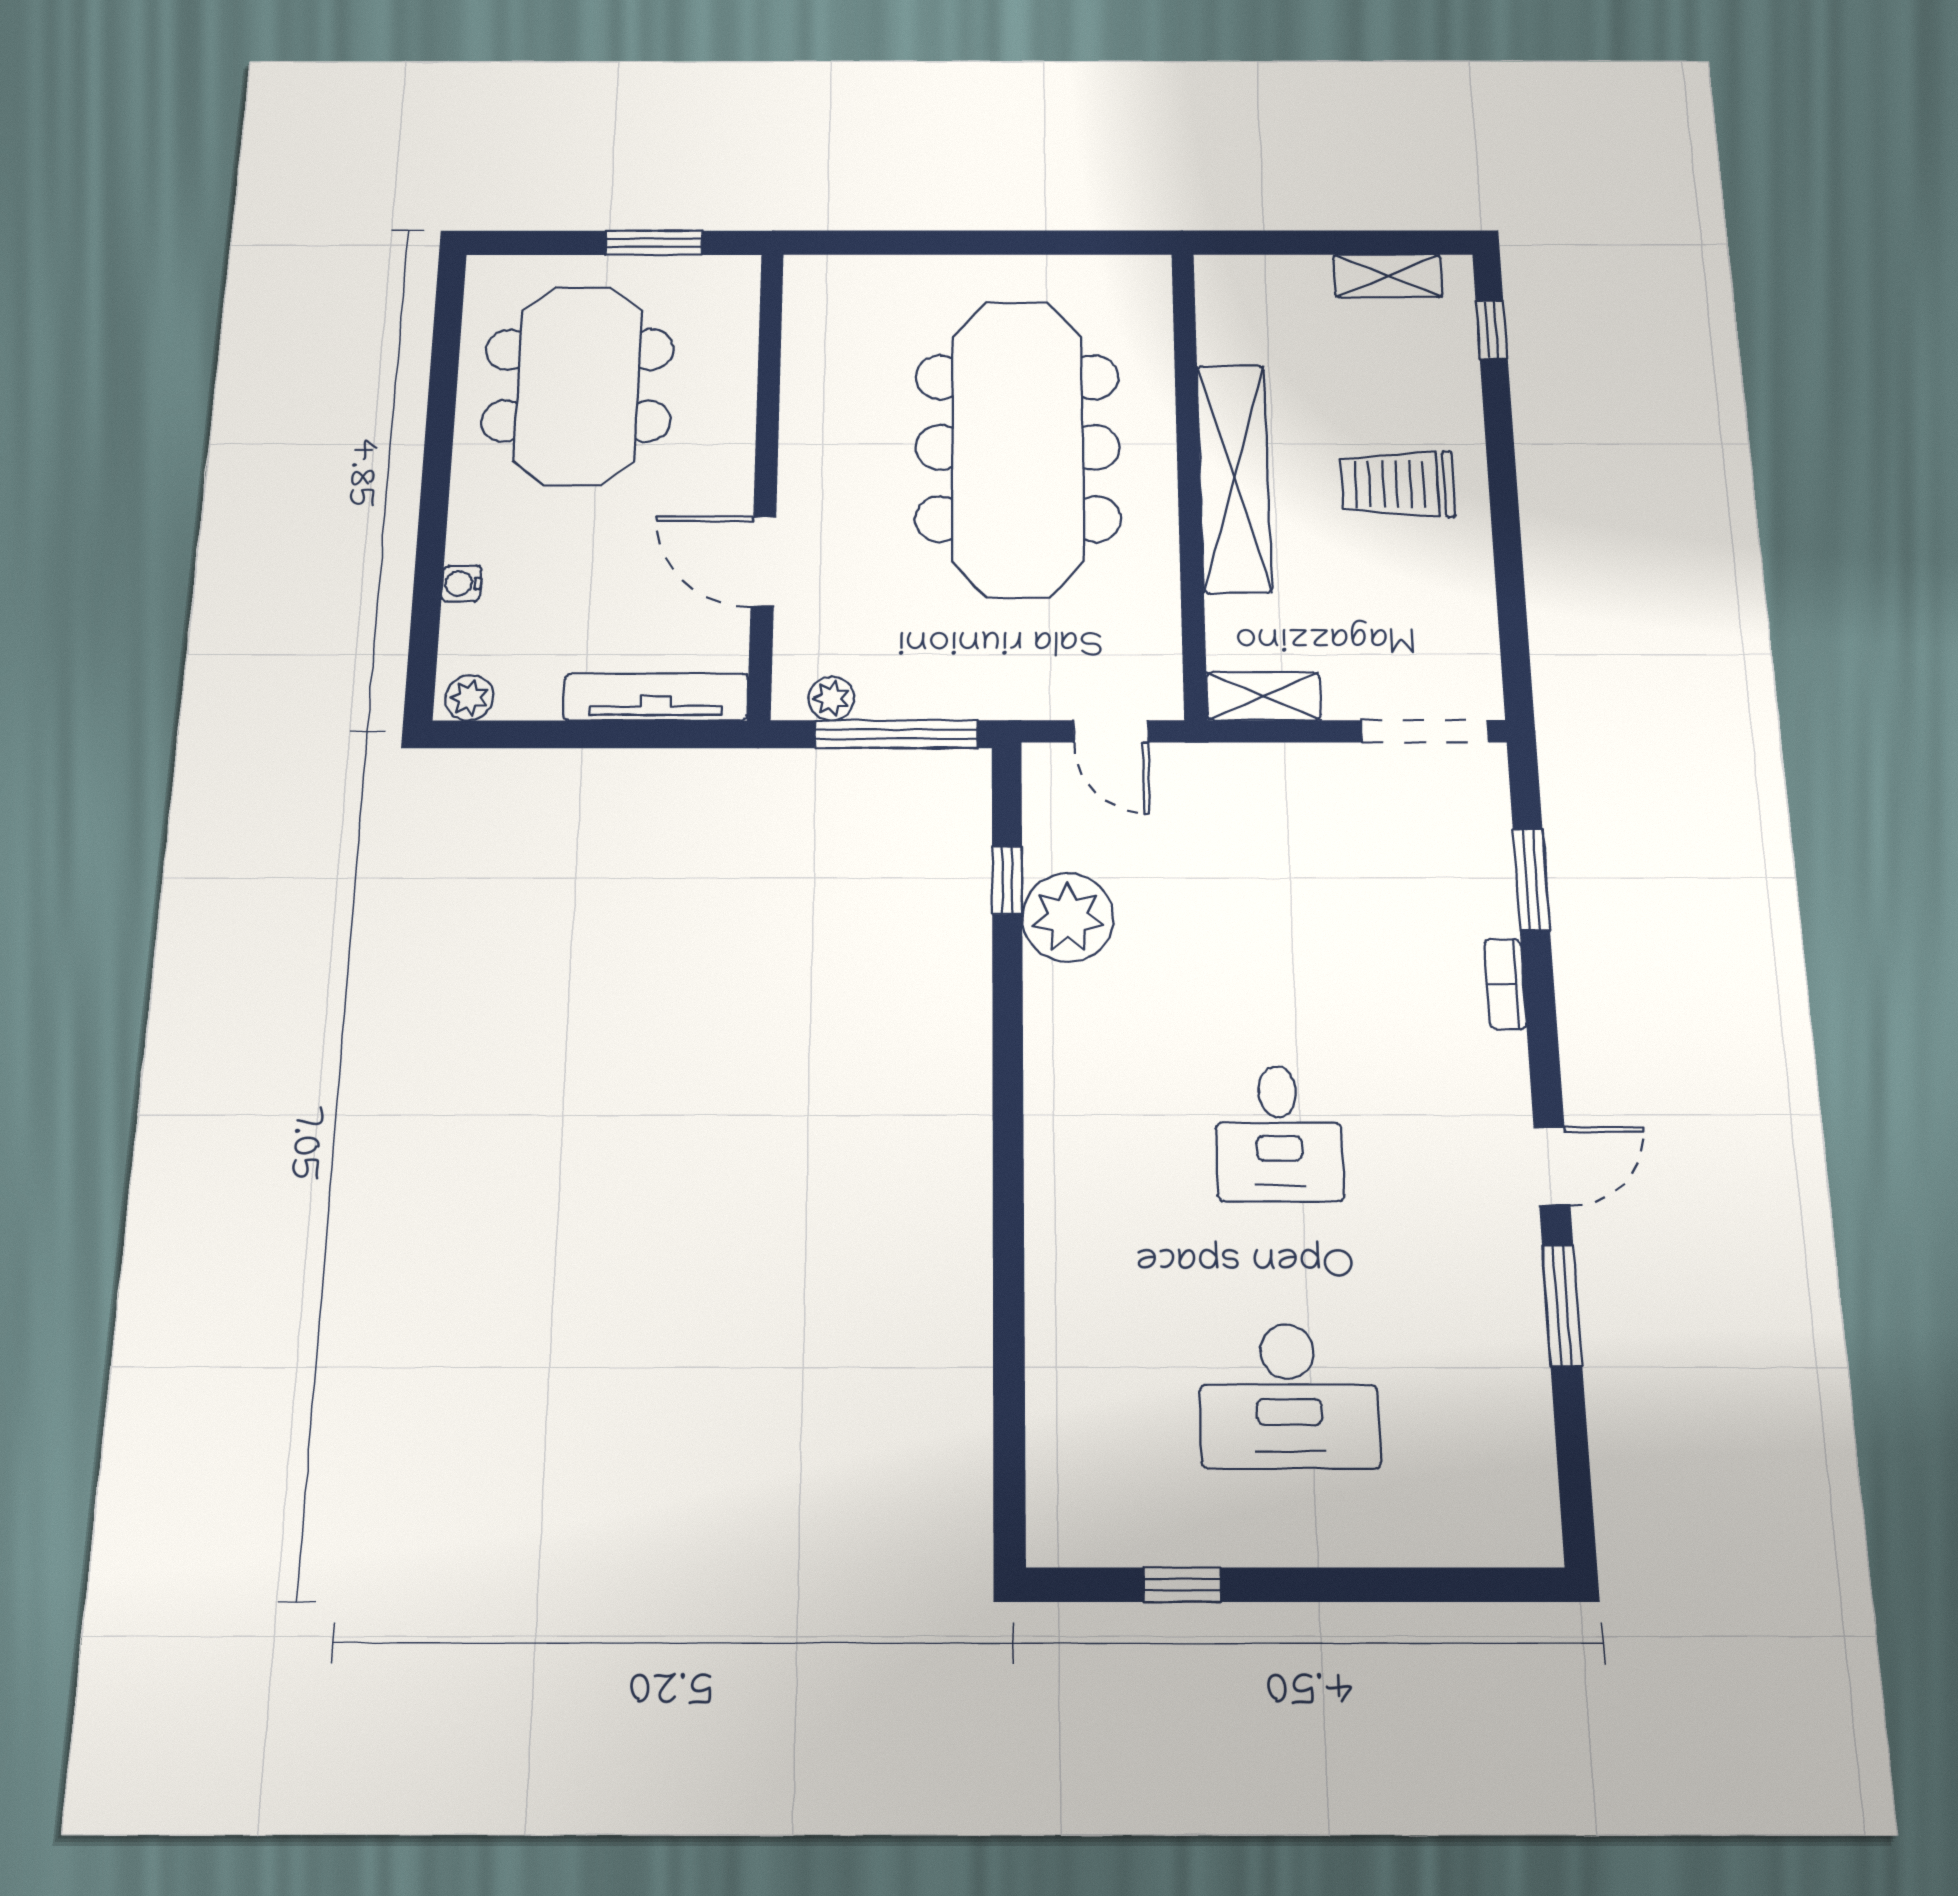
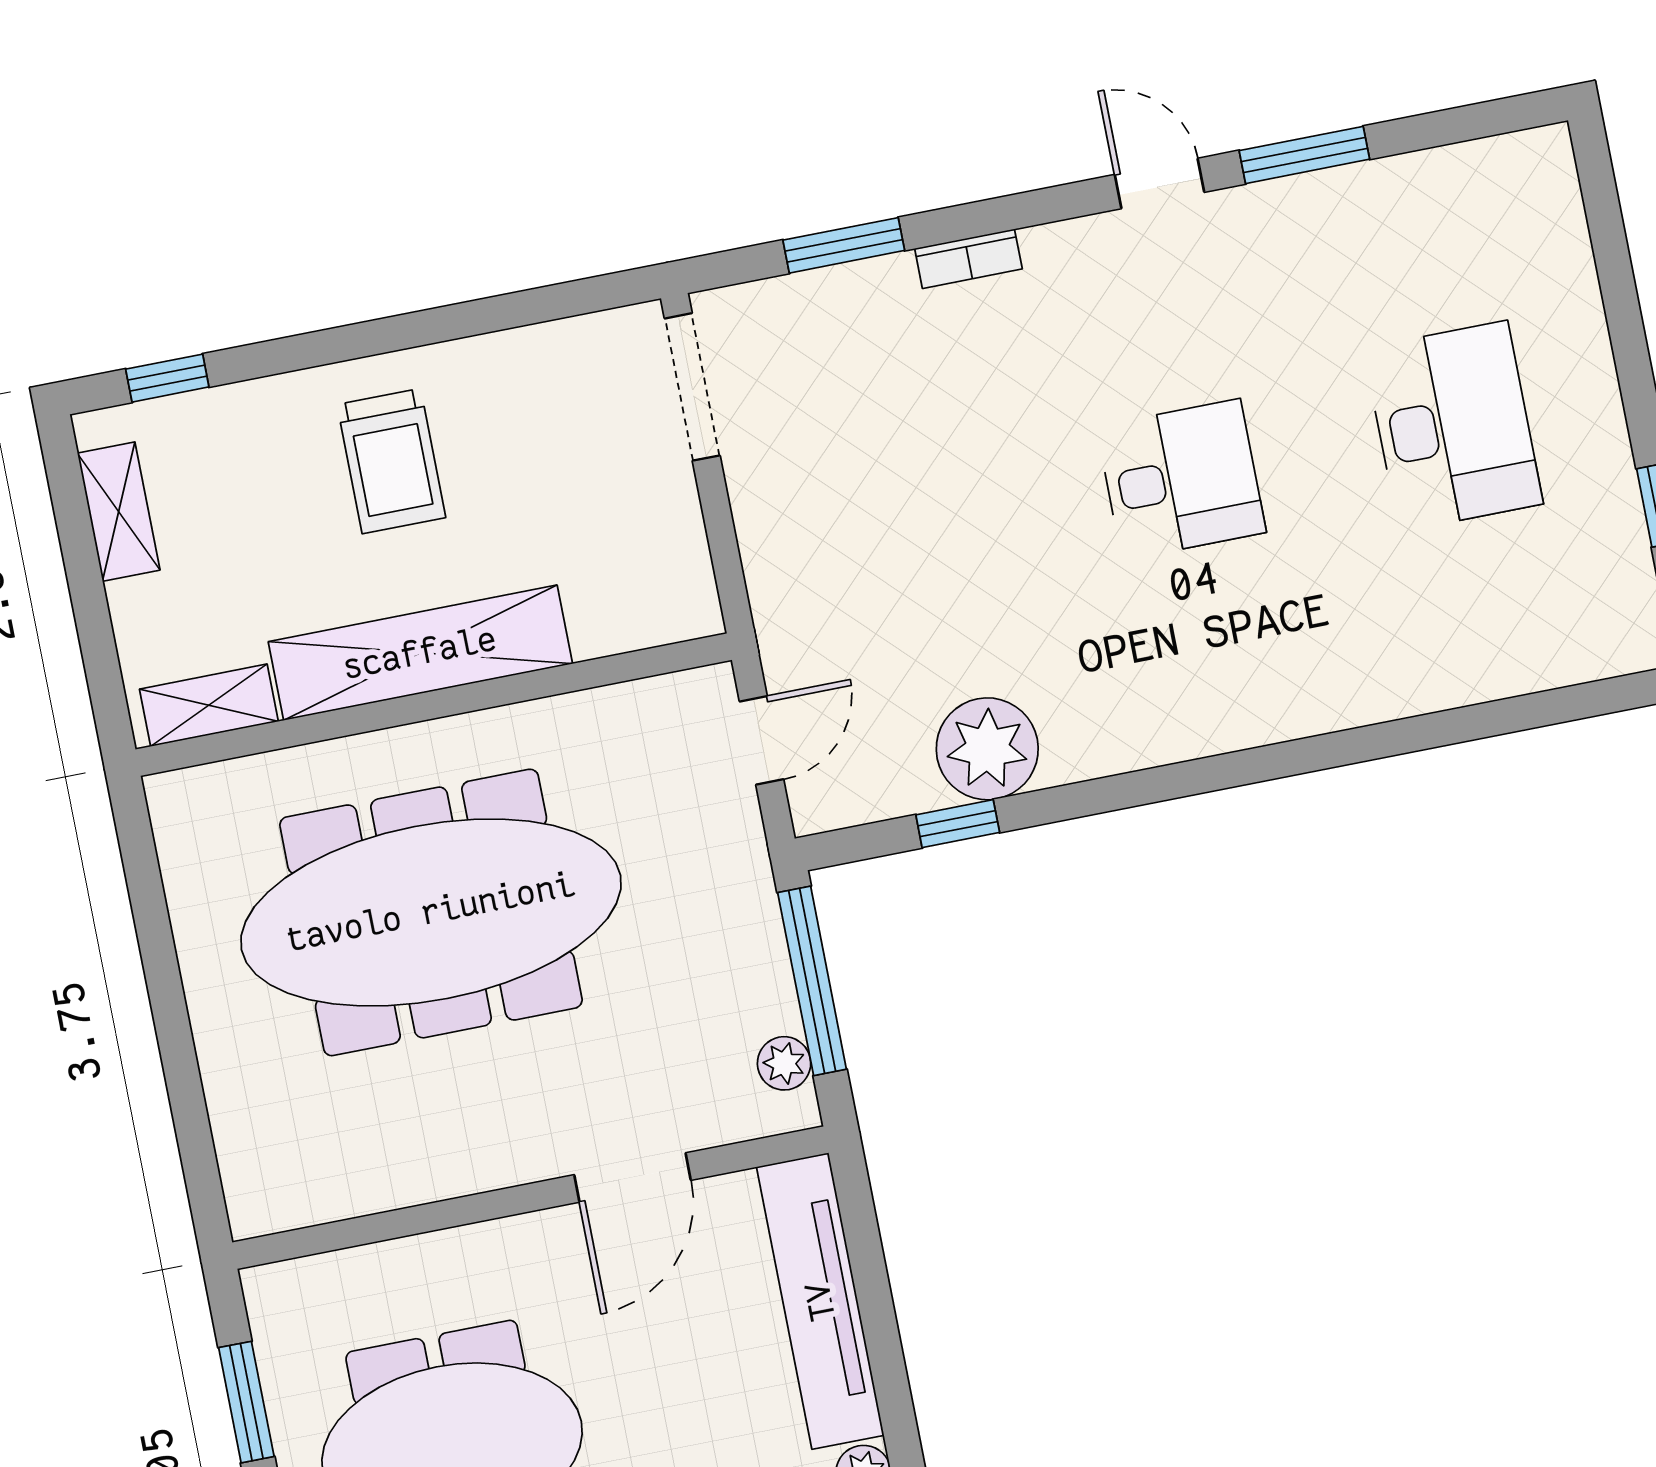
shelving: (1263, 696) -> (209, 705), moved, turned 90
tv unit: (656, 697) -> (820, 1301), width x1.36, depth x1.29

